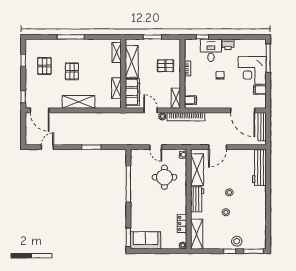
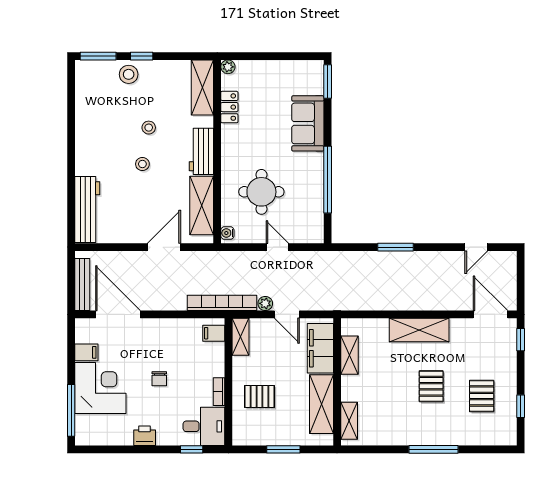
desk: (211, 50) -> (204, 426), moved, turned -90
sofa: (146, 240) -> (308, 123), moved, turned 90

